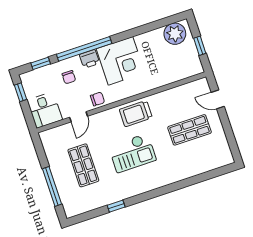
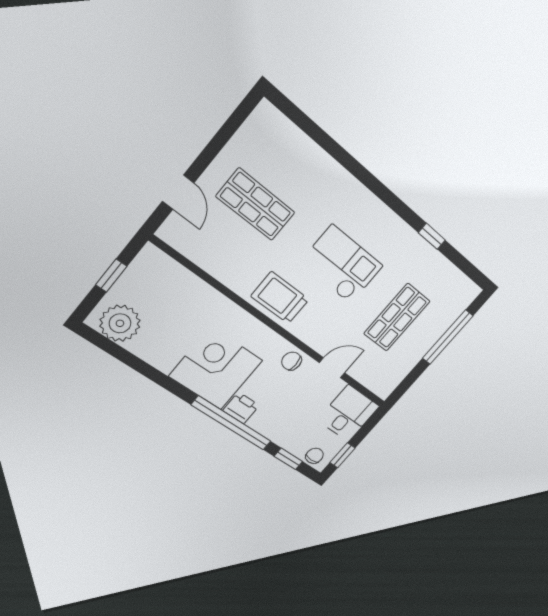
chair: (69, 77) -> (315, 456), moved
trolley: (136, 114) -> (280, 298), turned 180

